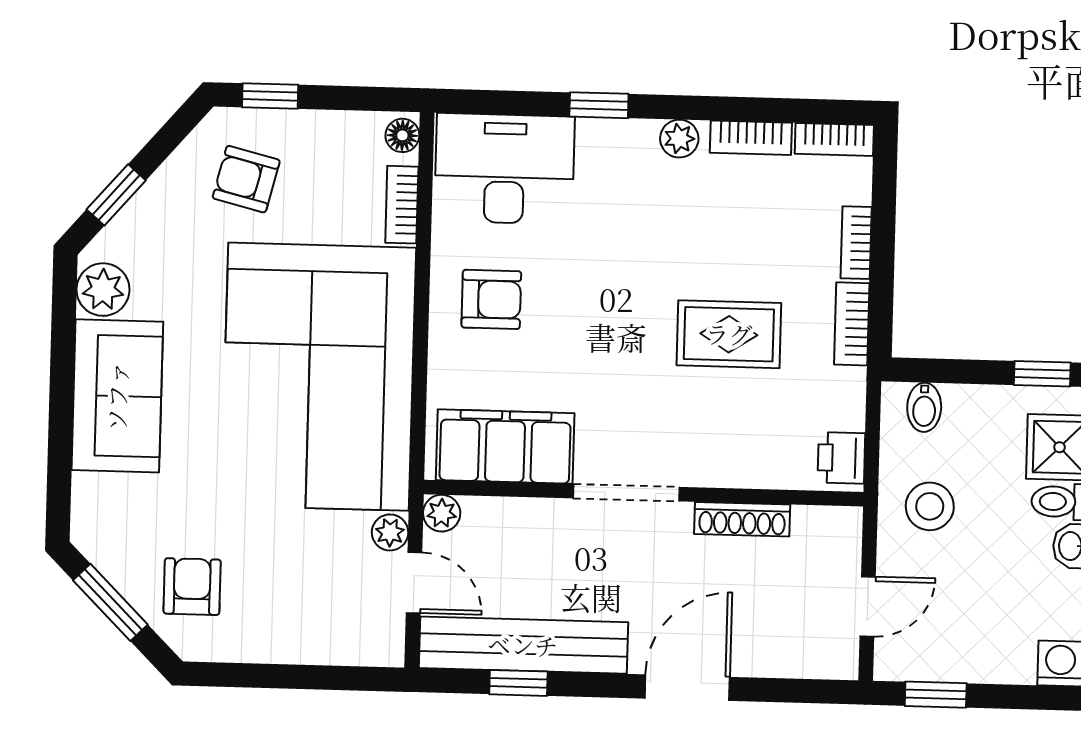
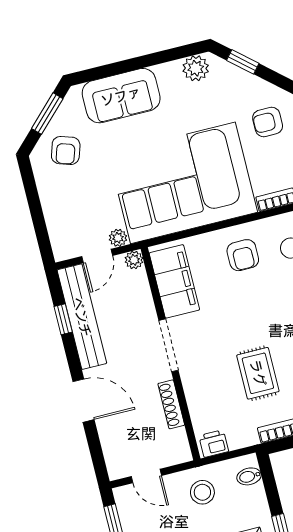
armchair: (246, 179) -> (268, 122), turned -104
sofa: (117, 396) -> (121, 96), moved
armchair: (192, 587) -> (66, 150), turned 108

